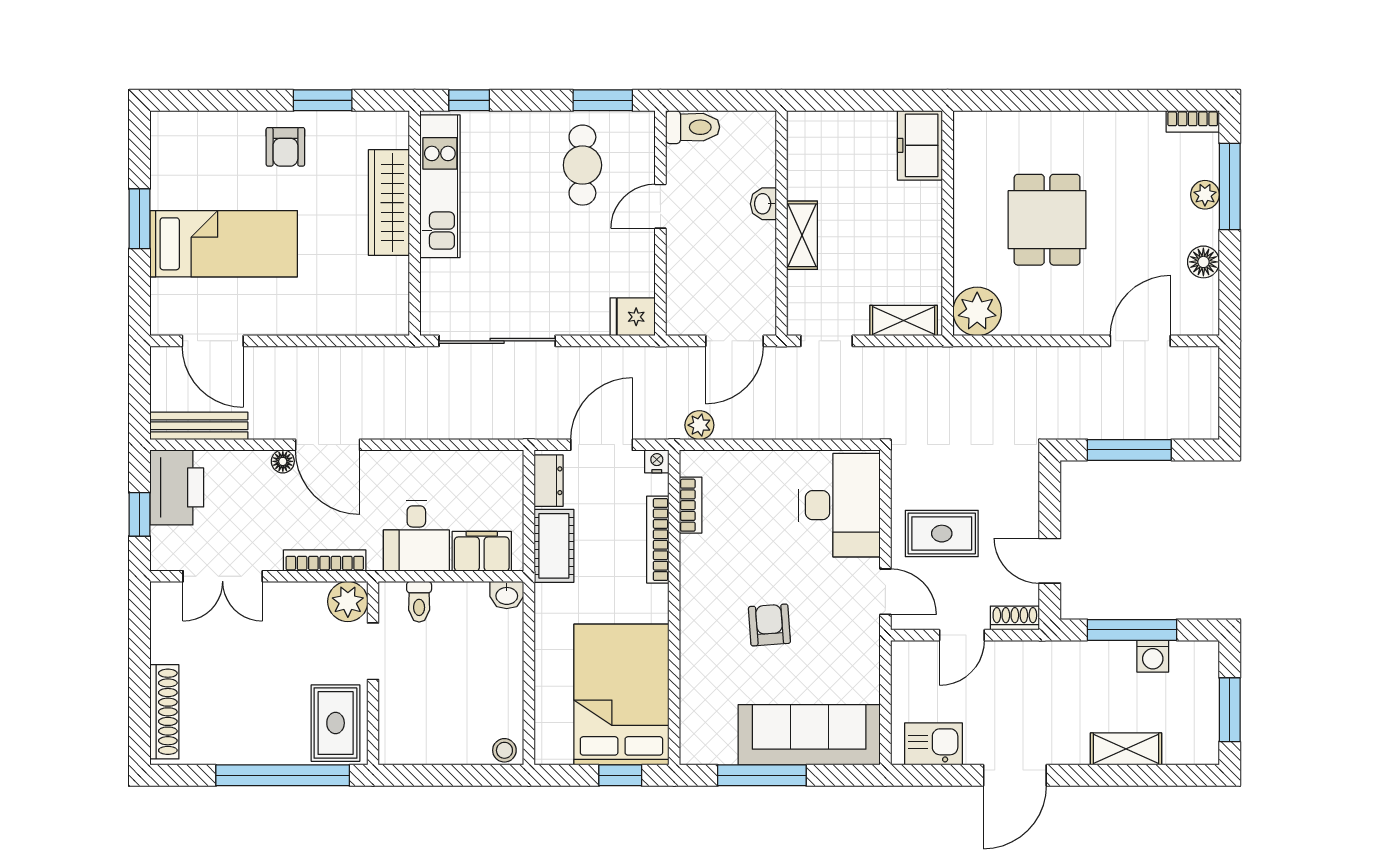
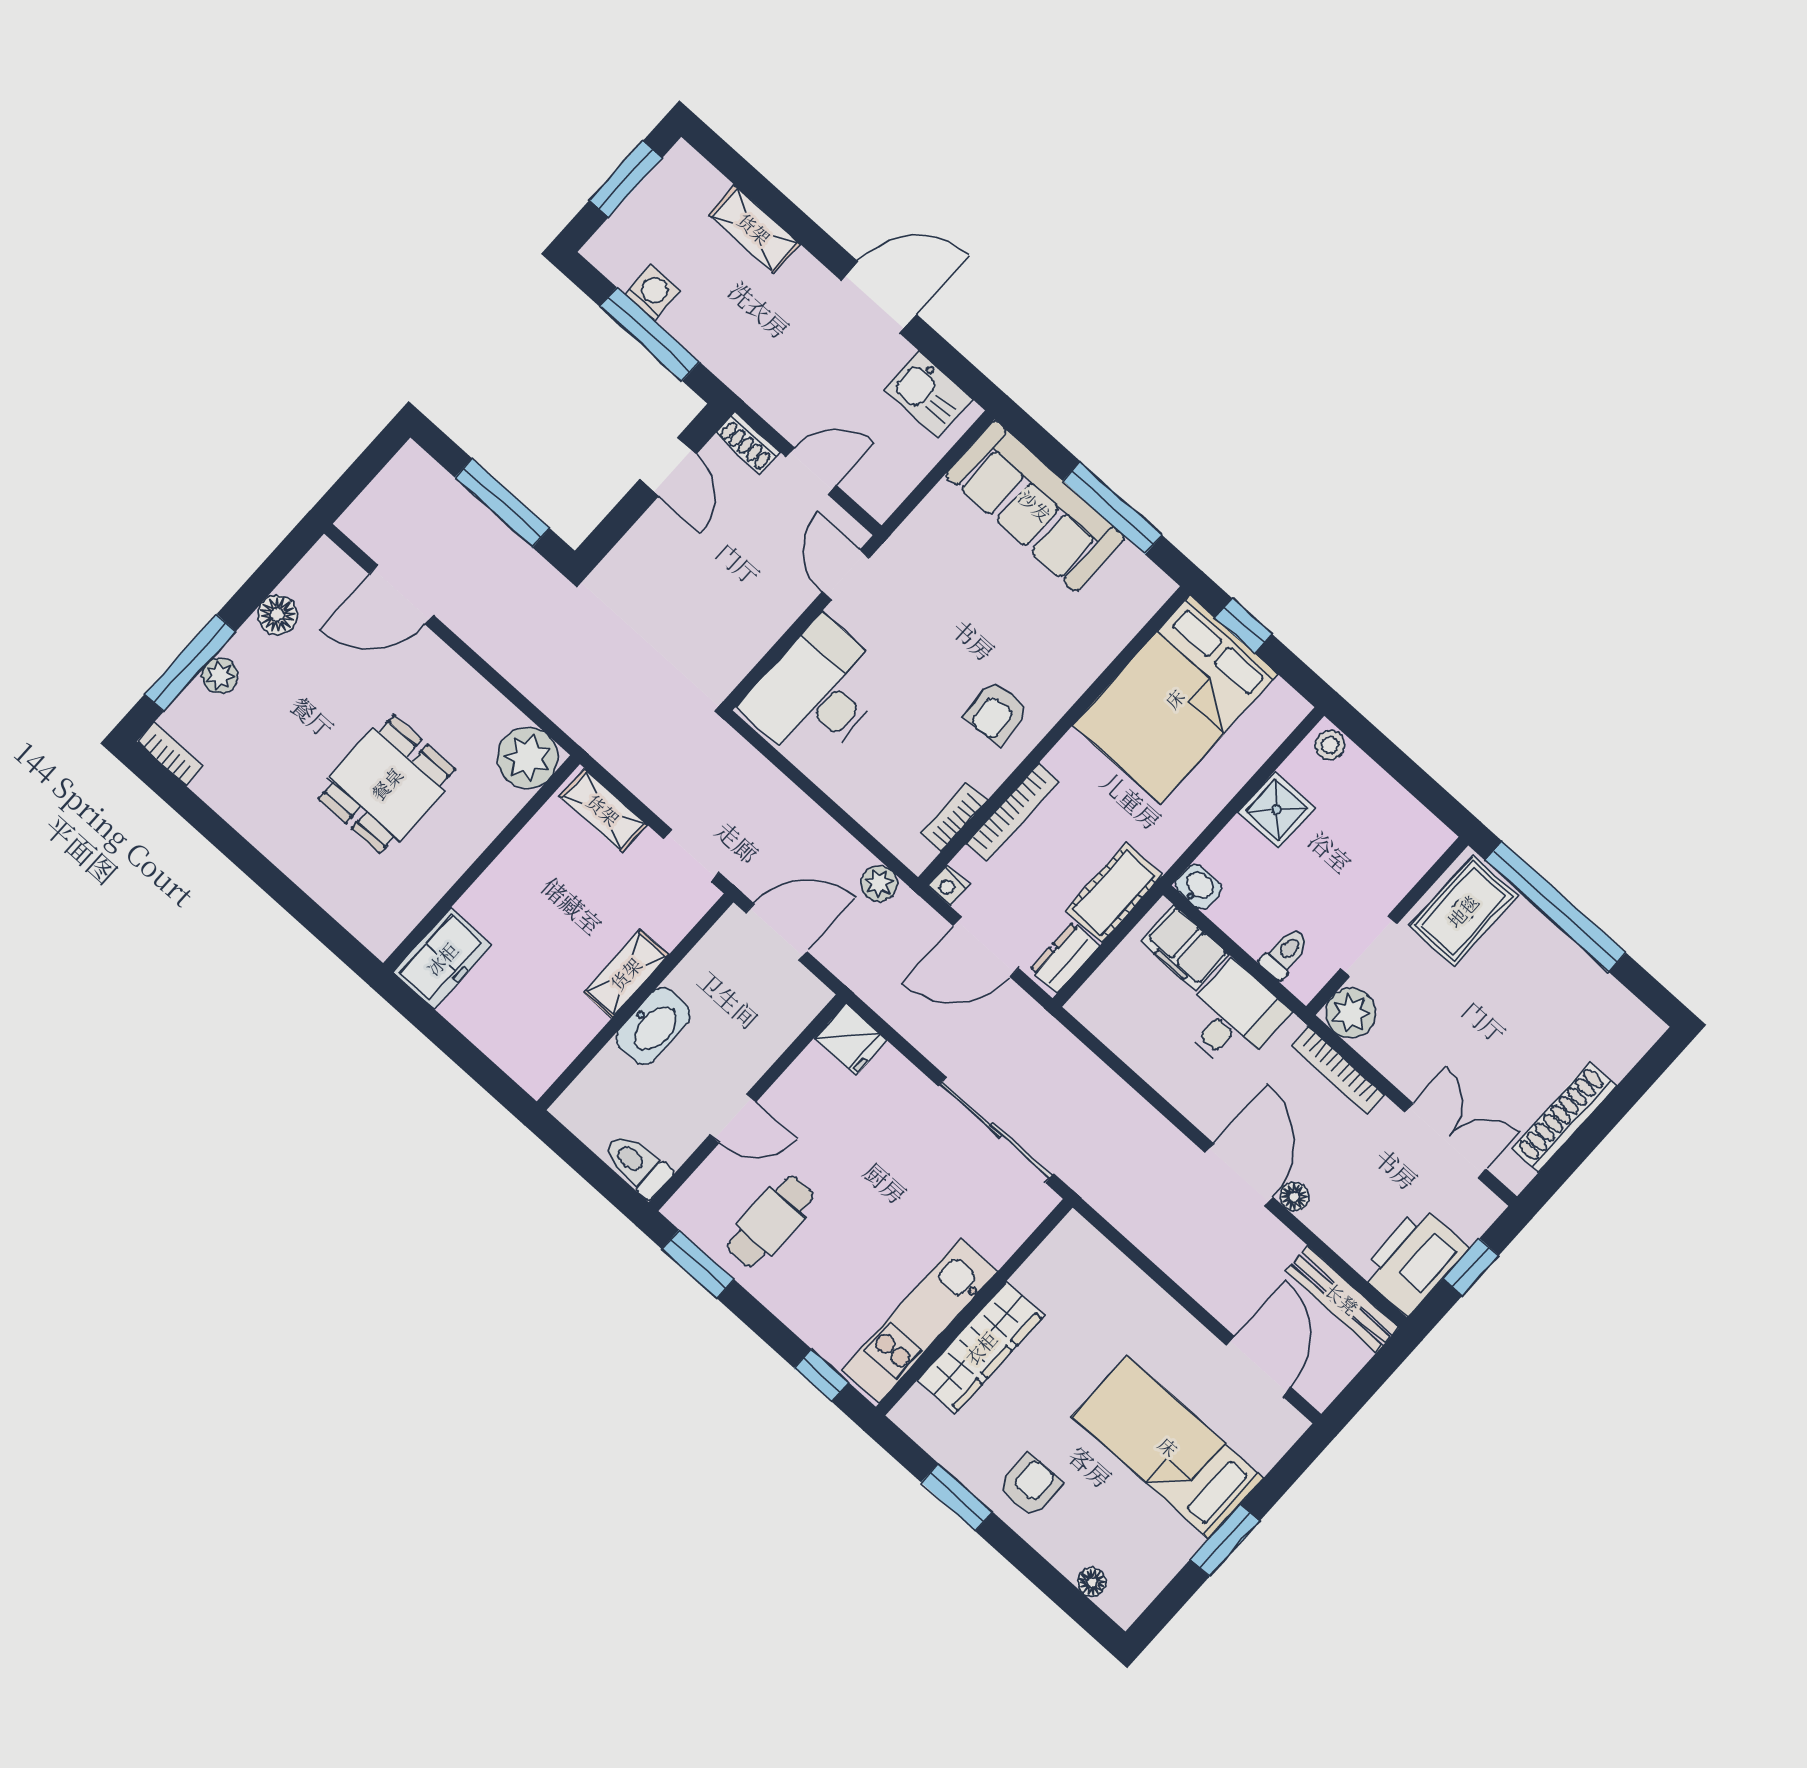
floor lamp: (196, 122) -> (1092, 1582), added
washbasin: (763, 204) -> (653, 1026), width x1.91, depth x1.45
rug: (942, 534) -> (745, 582), removed
armchair: (769, 625) -> (996, 712), moved
shower: (502, 683) -> (1277, 810), added
shoe rack: (164, 712) -> (1564, 1117), moved

